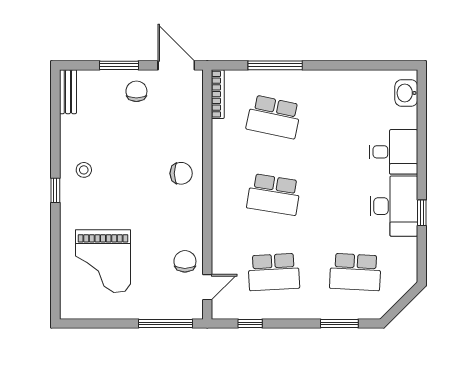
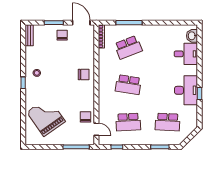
school desk: (274, 117) -> (128, 47), turned -33
desk: (393, 152) -> (186, 54), moved
grand piano: (103, 261) -> (46, 117), turned 145
door: (207, 287) -> (96, 129), hinge flipped

